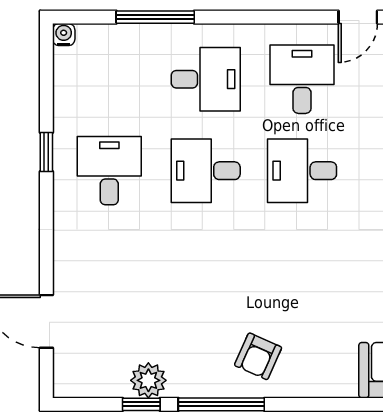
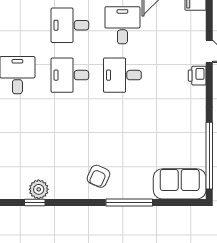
desk: (206, 79) -> (70, 25), turned 180
window: (221, 404) -> (129, 202), moved

